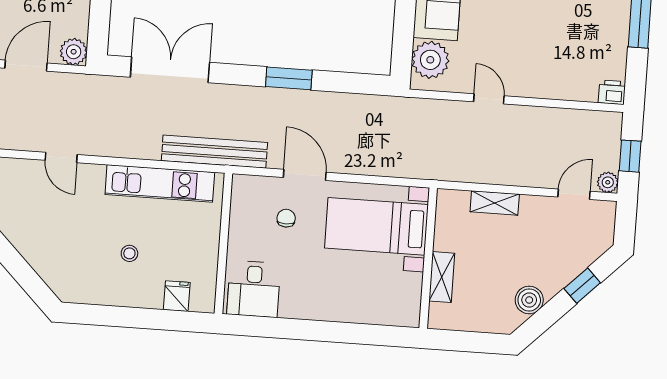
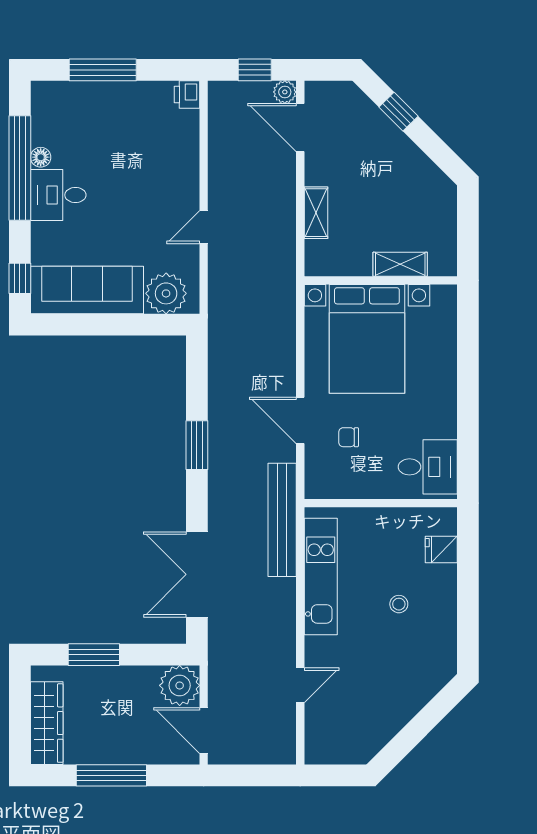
plant: (74, 52) -> (180, 685), width x1.36, depth x1.36
door: (305, 175) -> (300, 420), hinge flipped
door: (574, 194) -> (300, 128), width x1.38
bed with nightstands: (376, 226) -> (367, 339), width x1.36
boiler: (529, 300) -> (418, 168), removed

